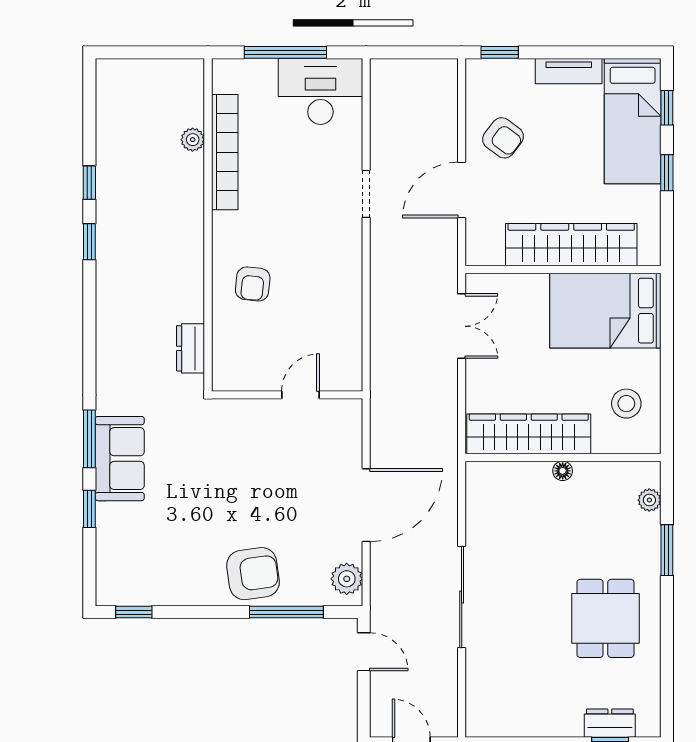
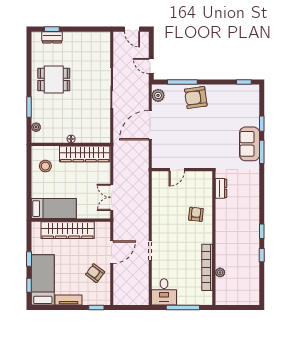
desk: (320, 91) -> (164, 292), width x0.73
bed: (605, 311) -> (54, 209), width x0.67
dining table: (605, 618) -> (54, 79), turned 90

